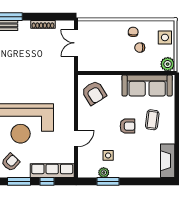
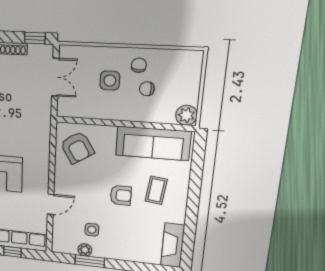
window: (61, 17) -> (35, 38), added
side table: (165, 37) -> (110, 81), moved
double door: (76, 43) -> (55, 77), swing flipped

